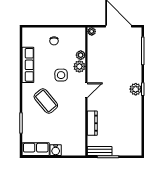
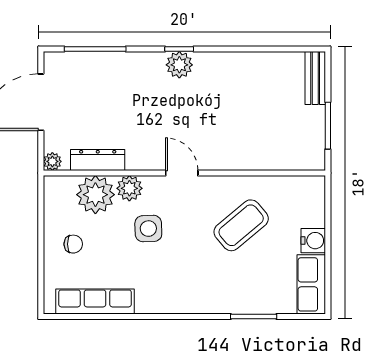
plant: (81, 55) -> (95, 195), width x1.88, depth x1.88
row of seats: (28, 65) -> (95, 301), moved
coffee table: (46, 101) -> (241, 225), moved
dresser: (92, 123) -> (98, 160), moved
bench: (100, 151) -> (315, 78), moved

